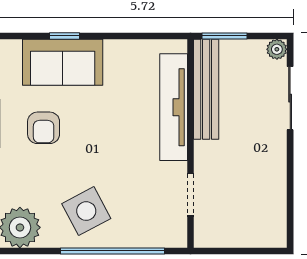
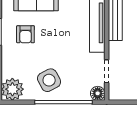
floor lamp: (174, 235) -> (98, 93), added

